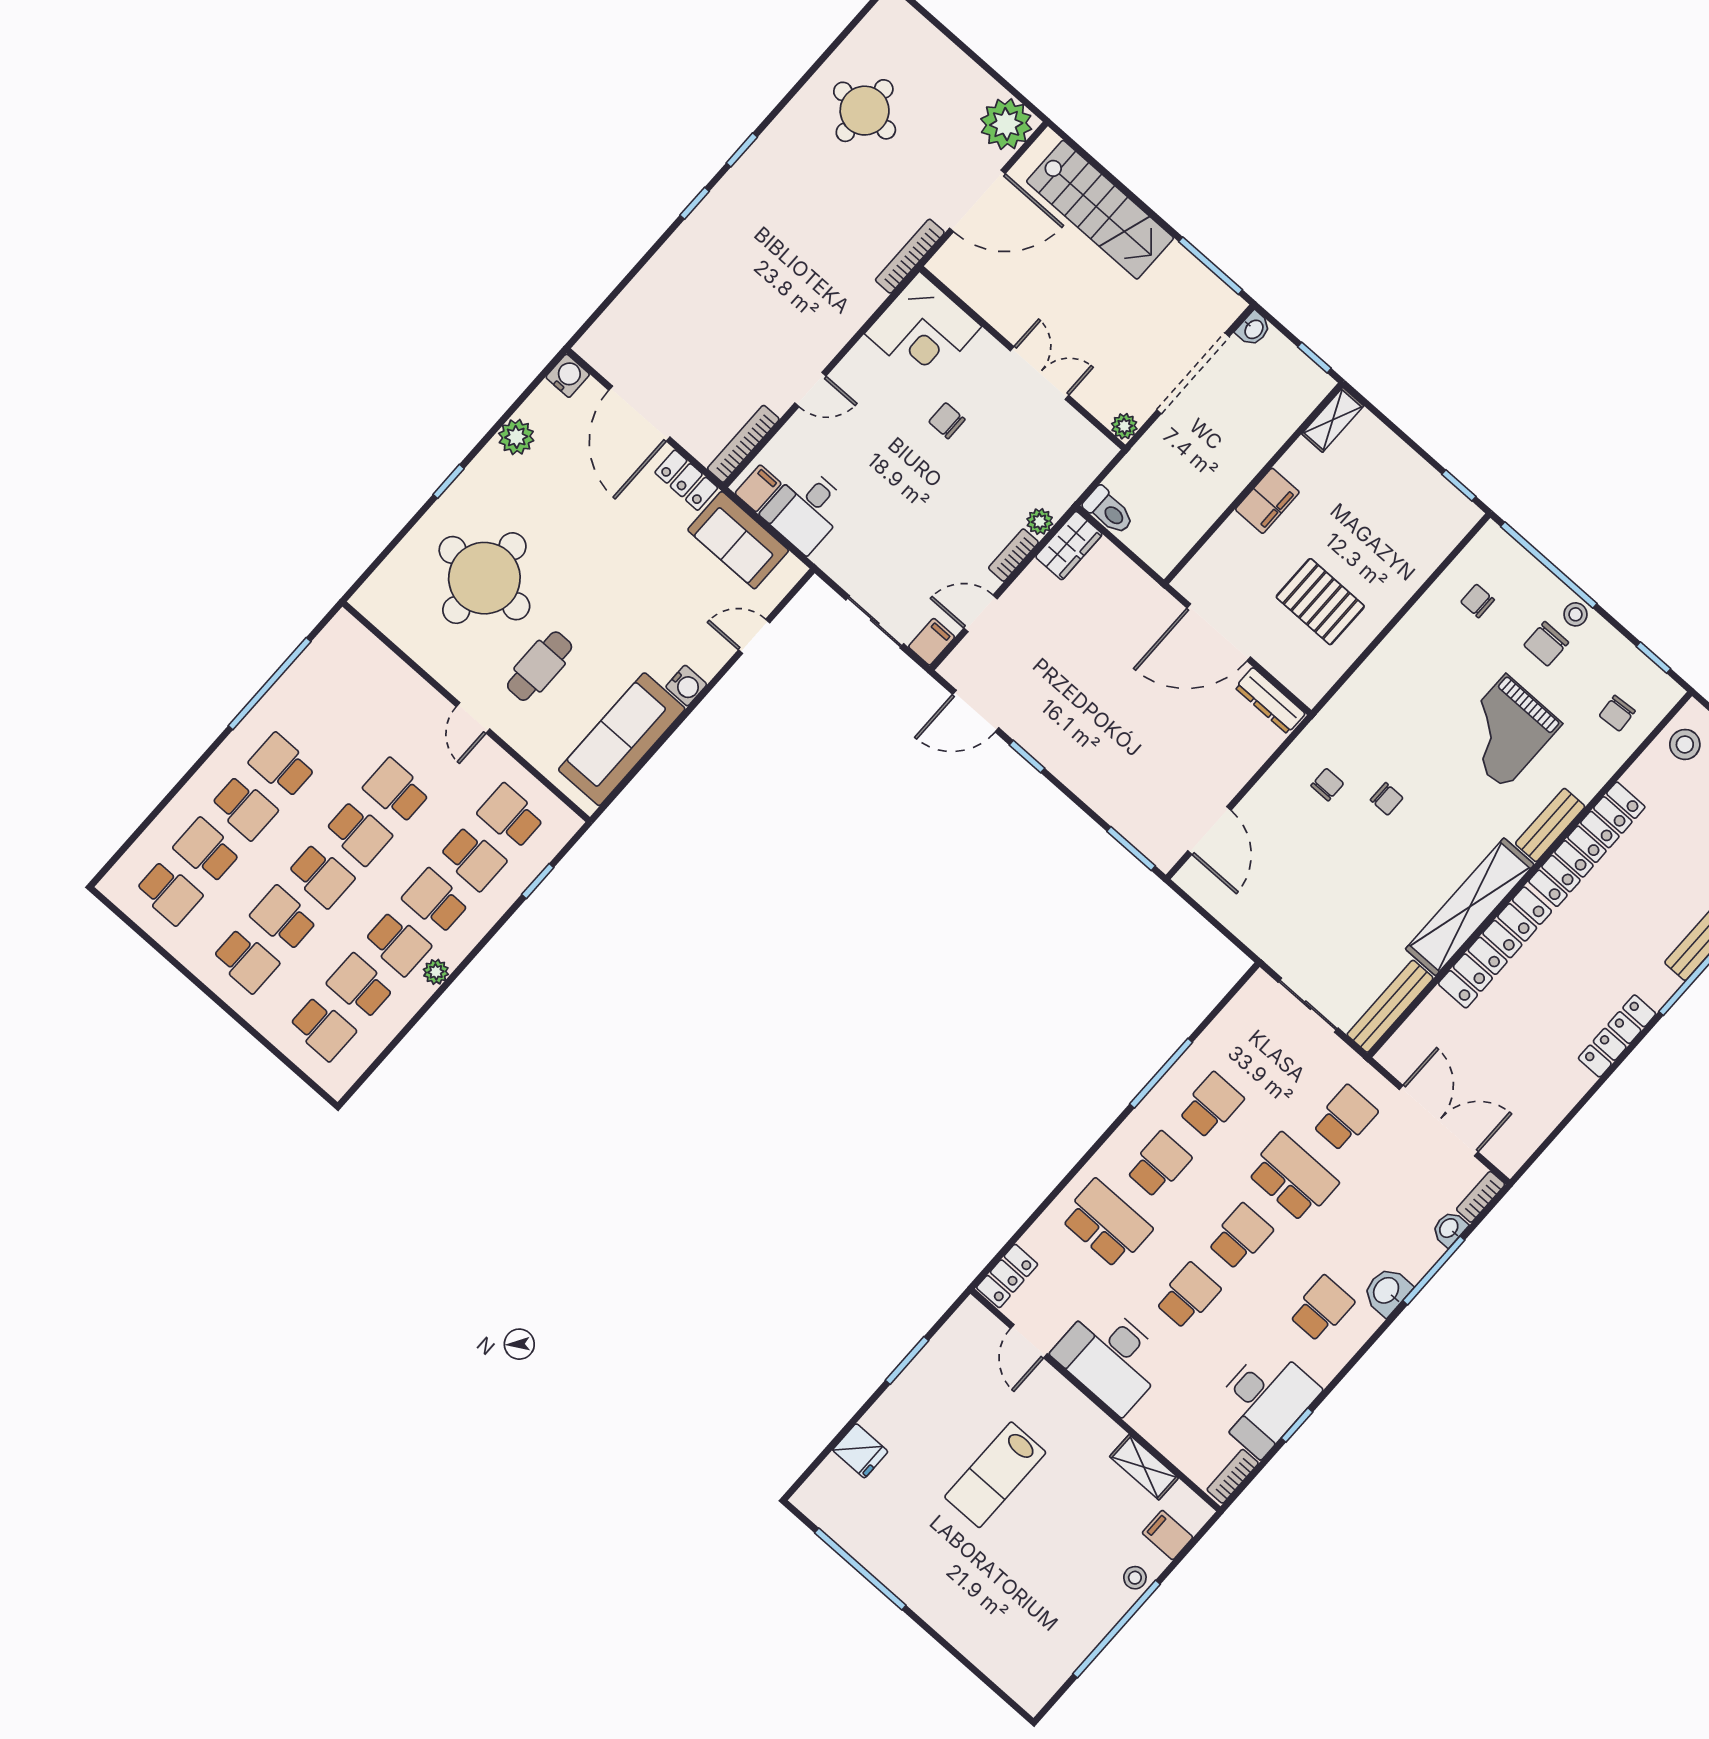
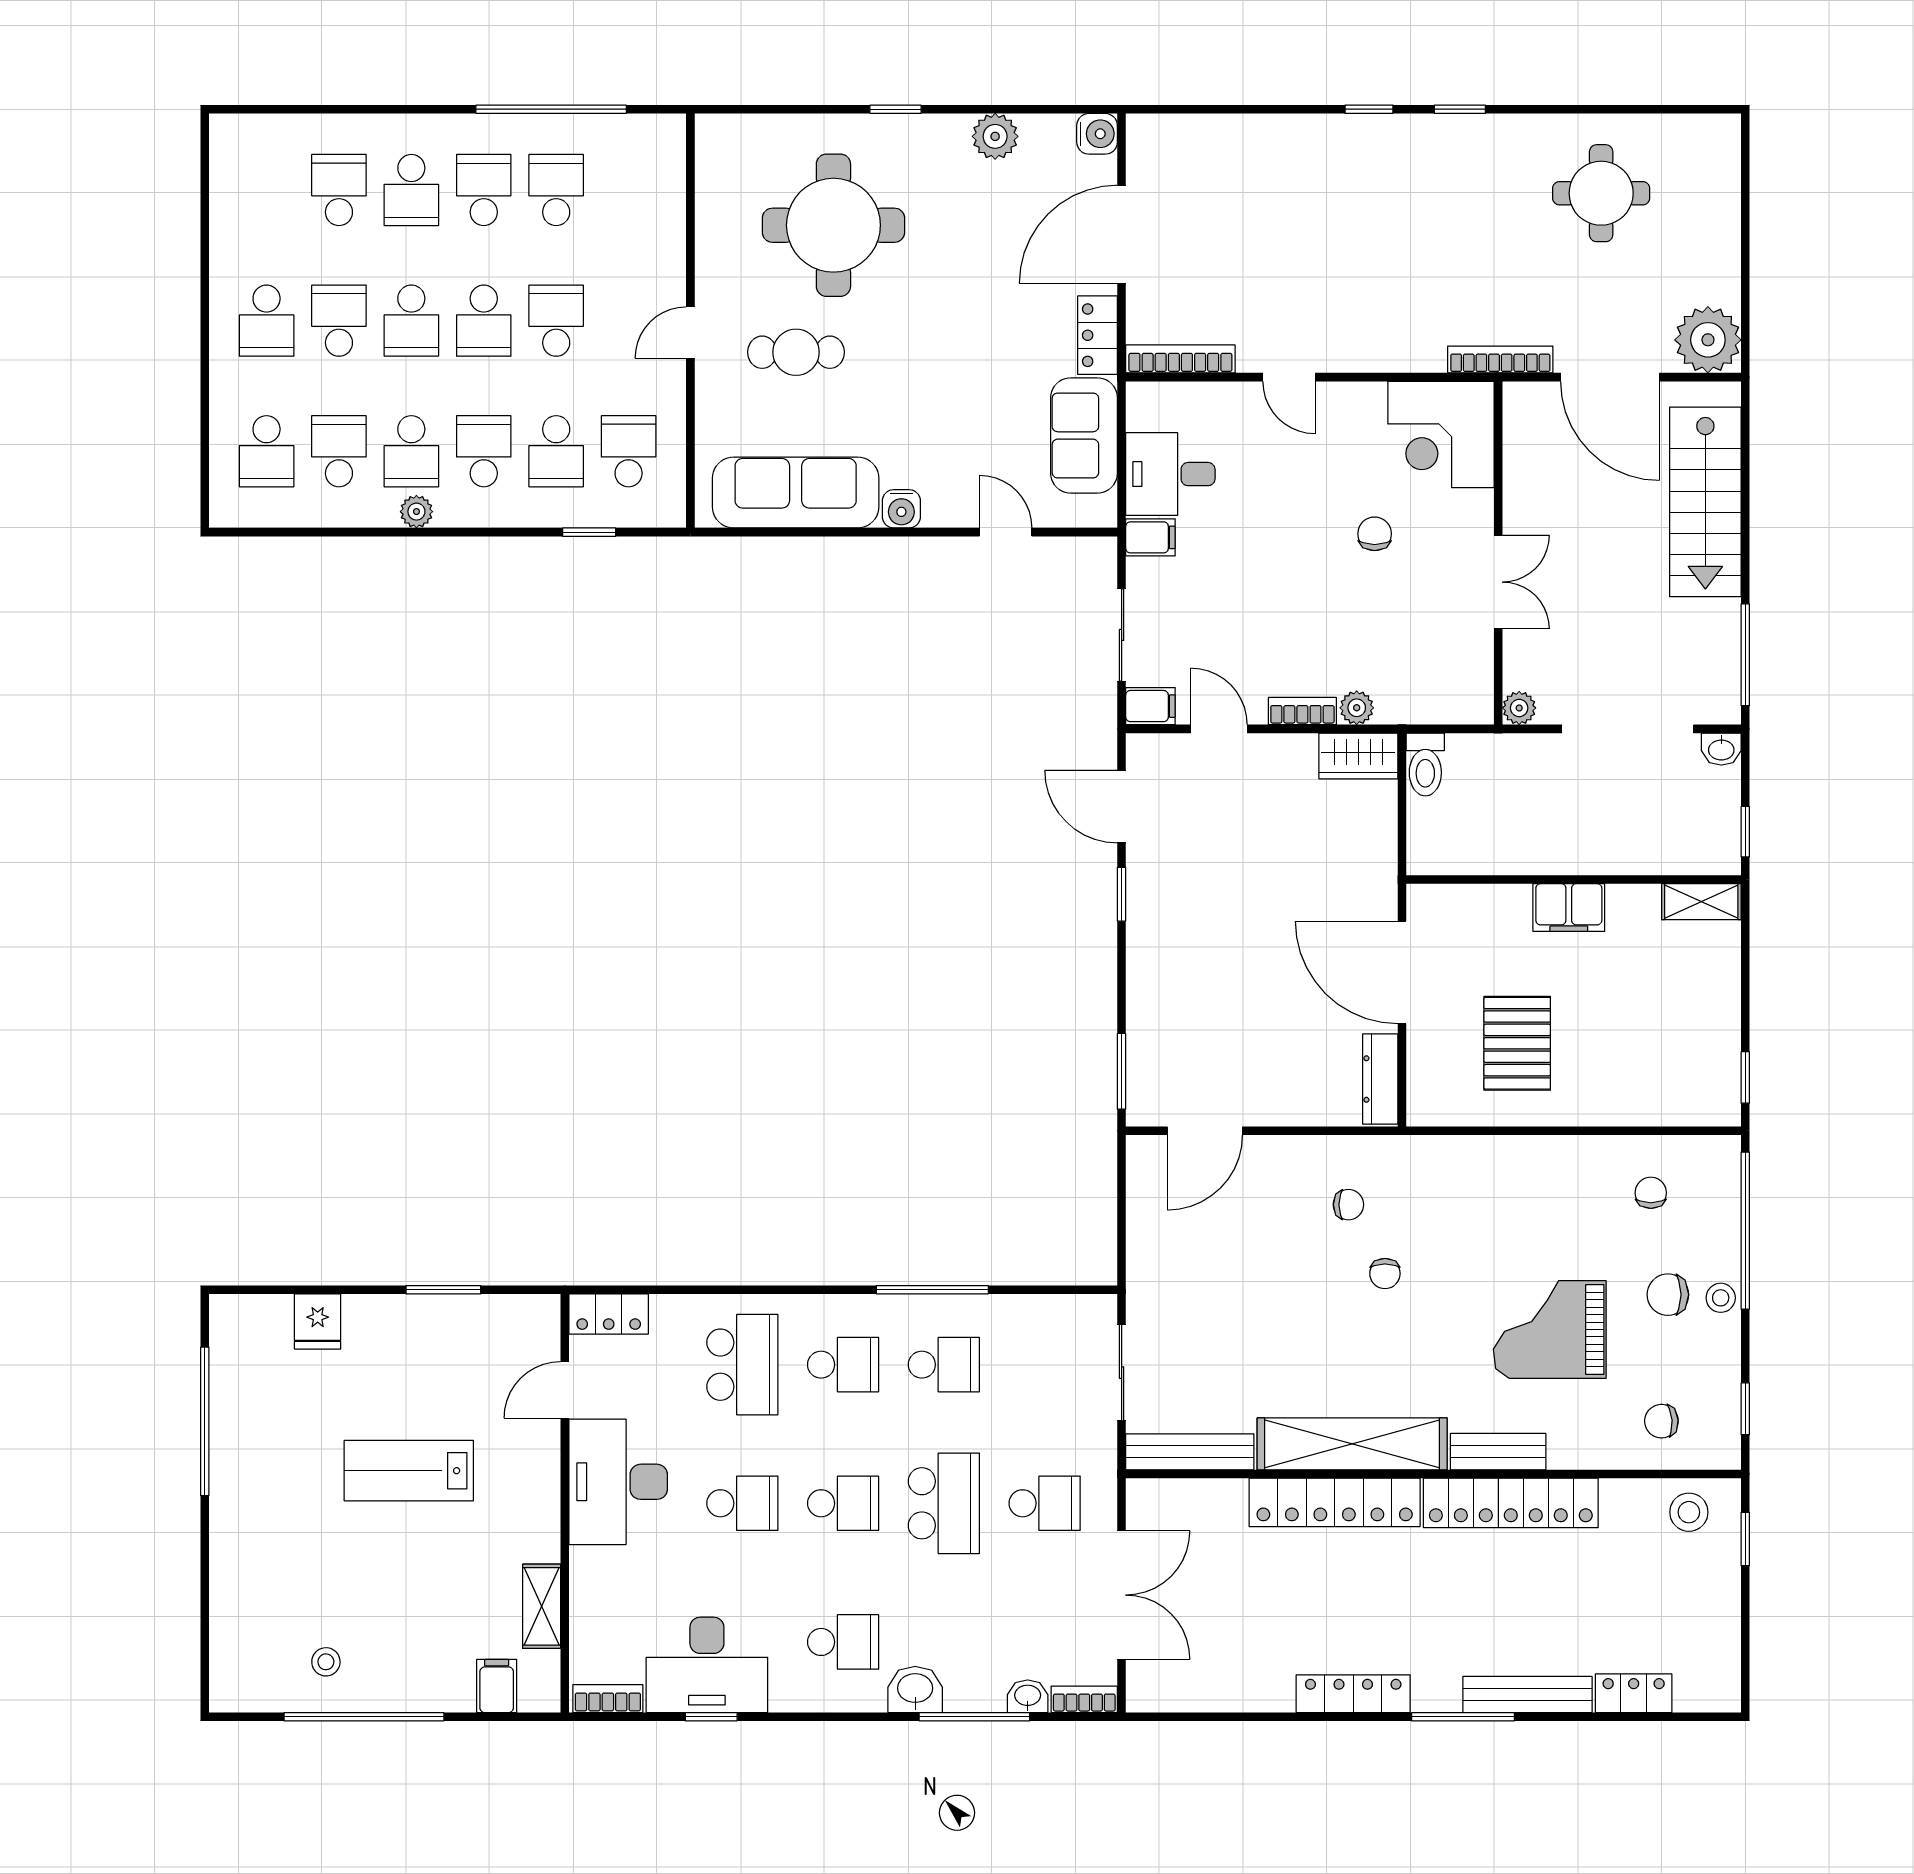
filing cabinet: (758, 488) -> (1150, 537), moved
school desk: (169, 893) -> (556, 190), moved, turned 180
stool: (1135, 1578) -> (326, 1662), moved

